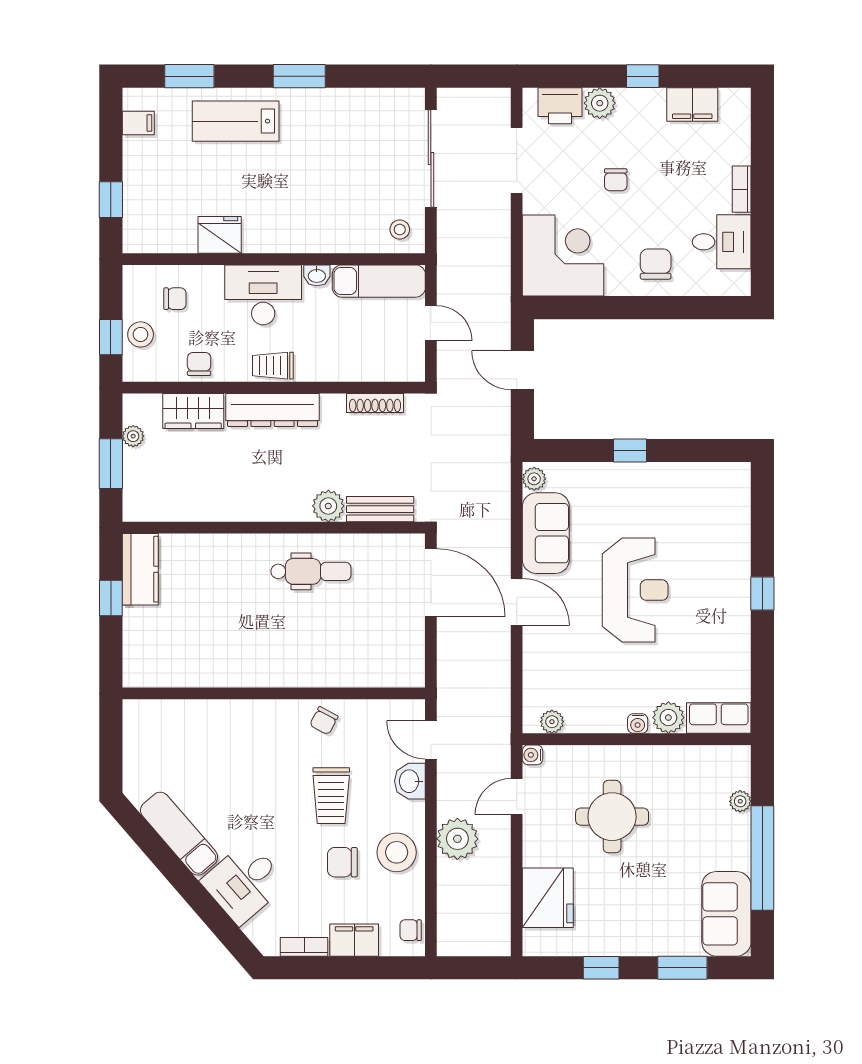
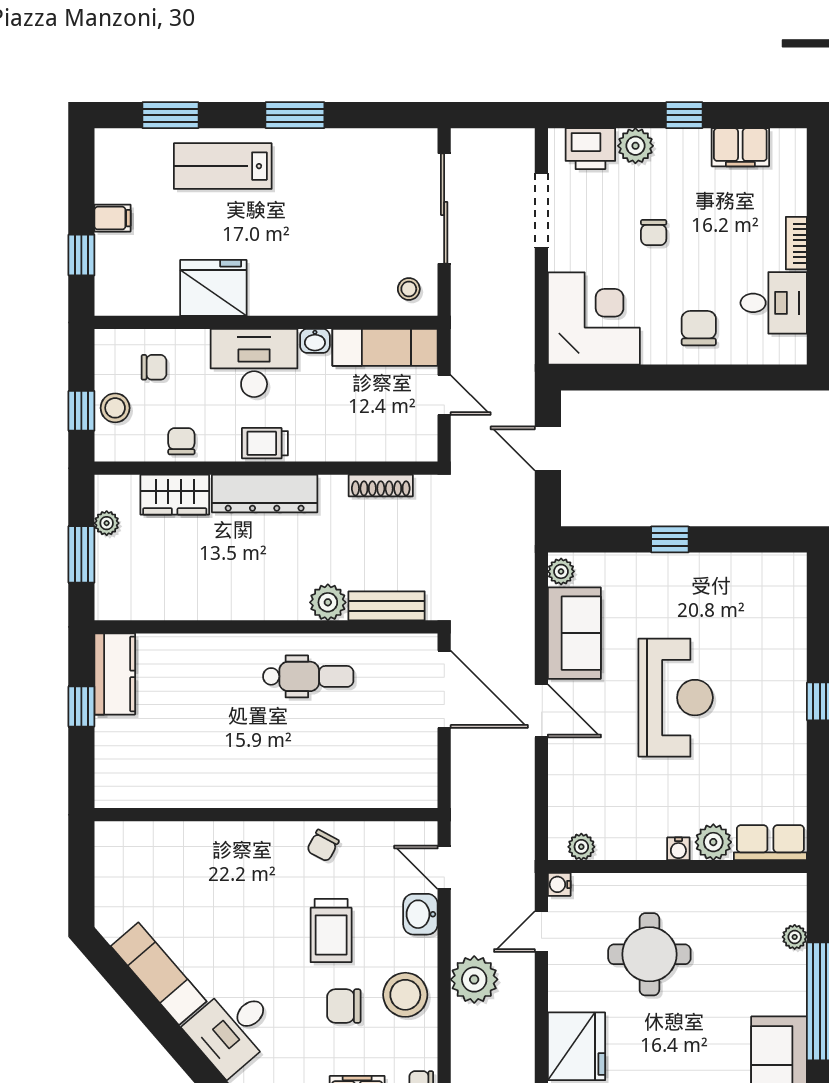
filing cabinet: (138, 123) -> (112, 218), moved
fridge: (220, 235) -> (213, 288), width x1.36, depth x1.34

